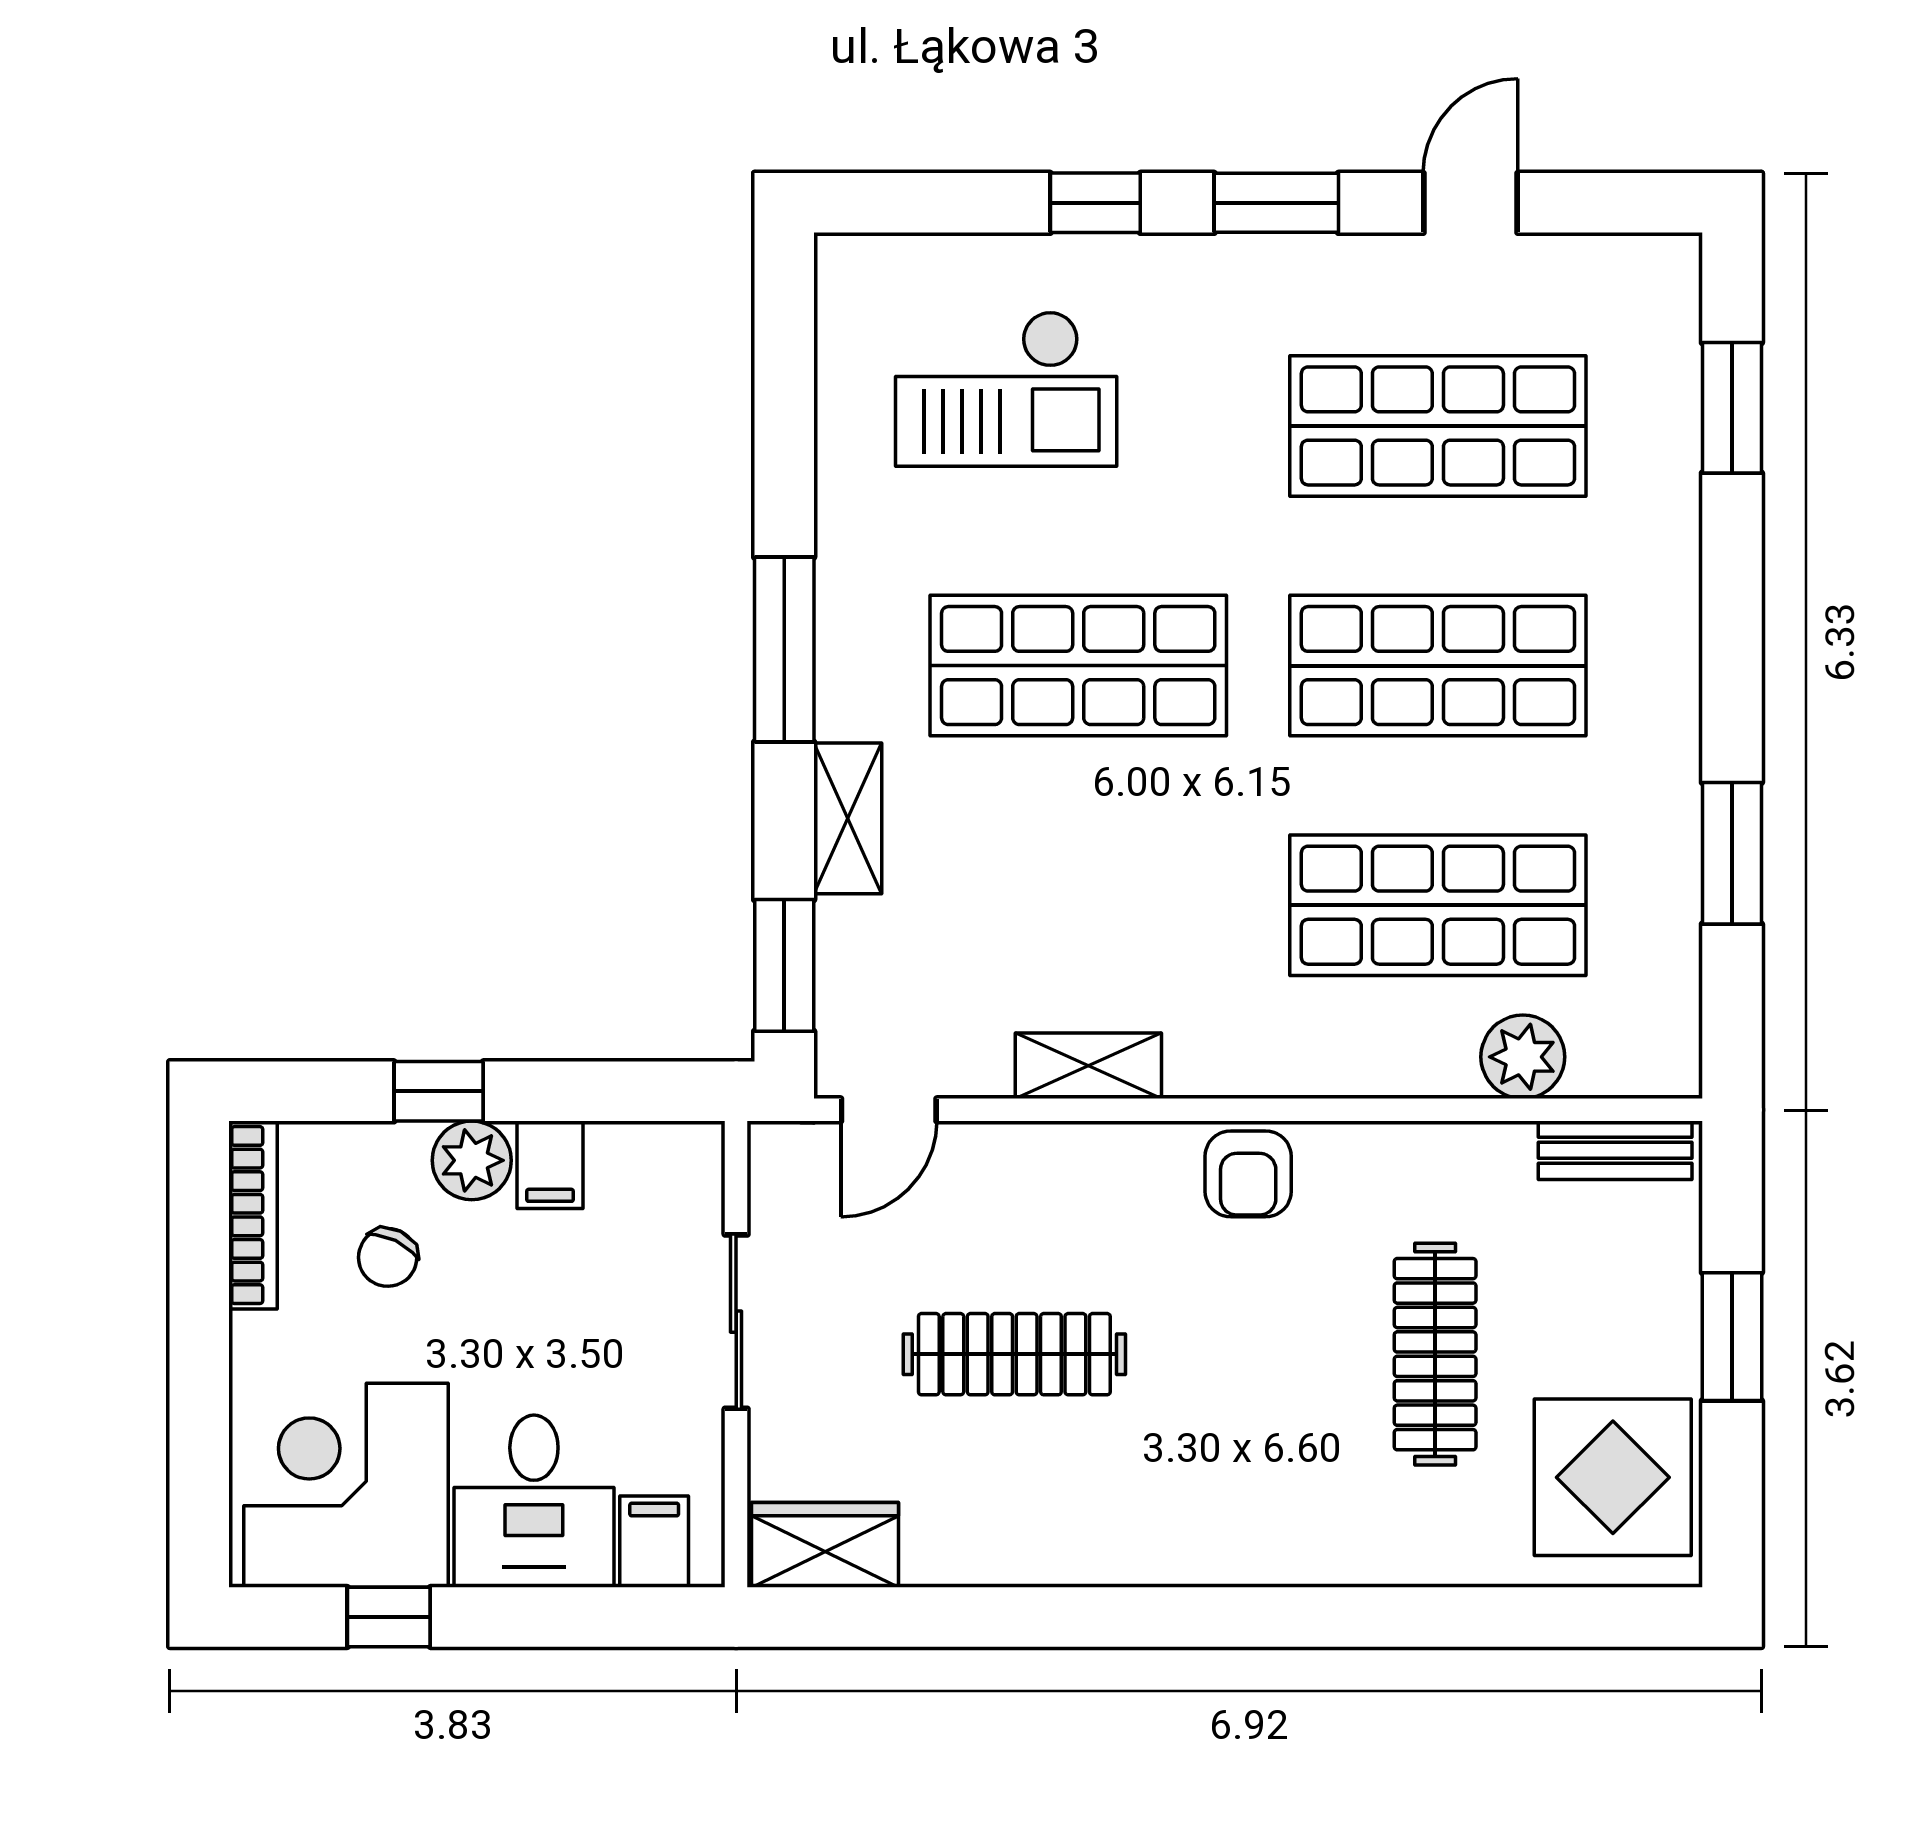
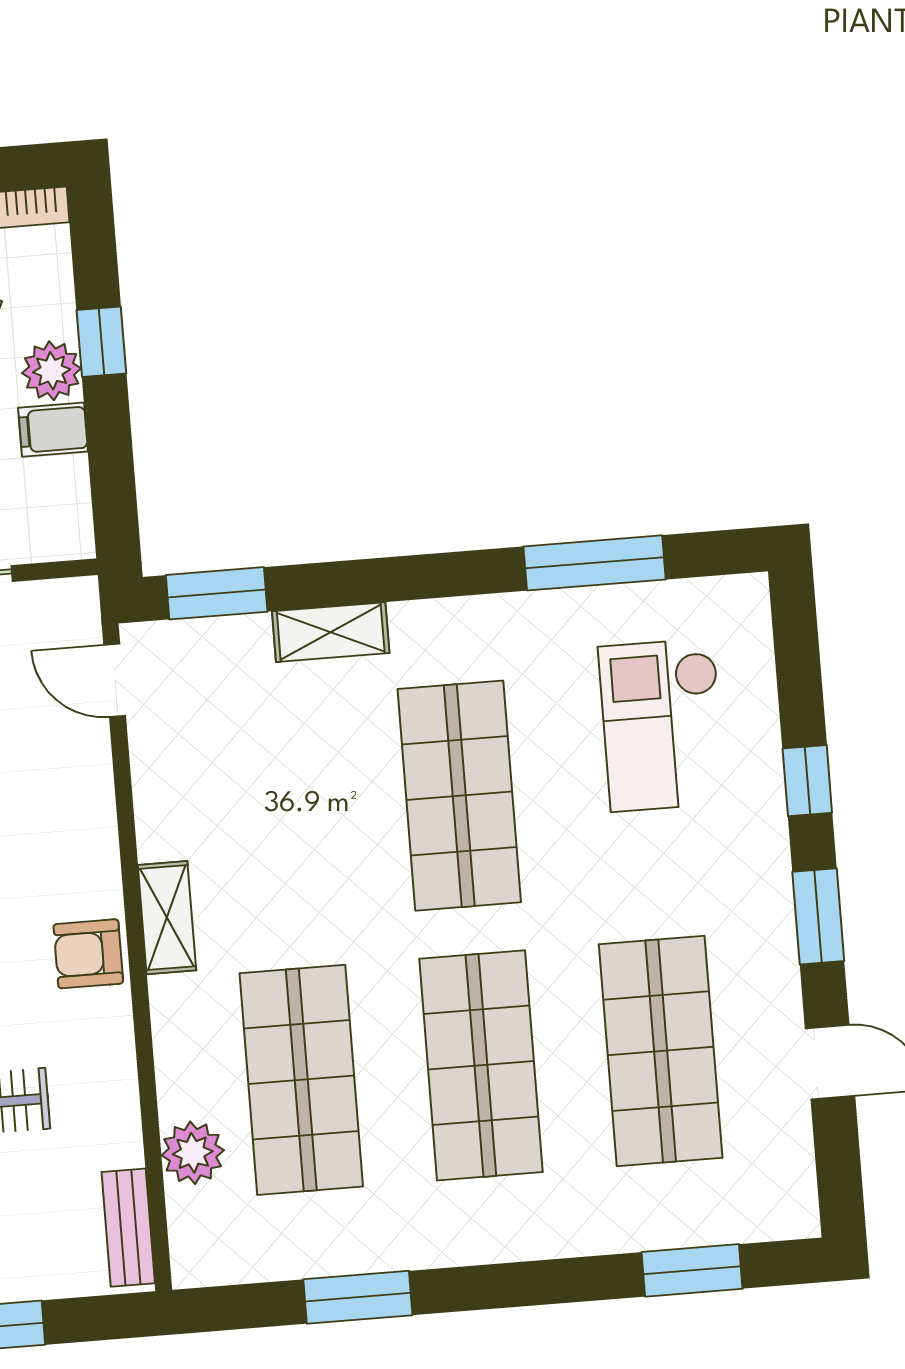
window: (784, 650) -> (595, 563), moved
shelving: (1088, 1066) -> (167, 918), moved

